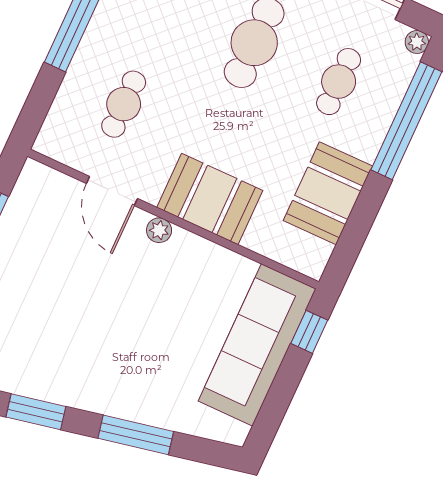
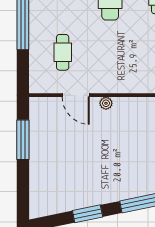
booth: (210, 199) -> (123, 78), removed

